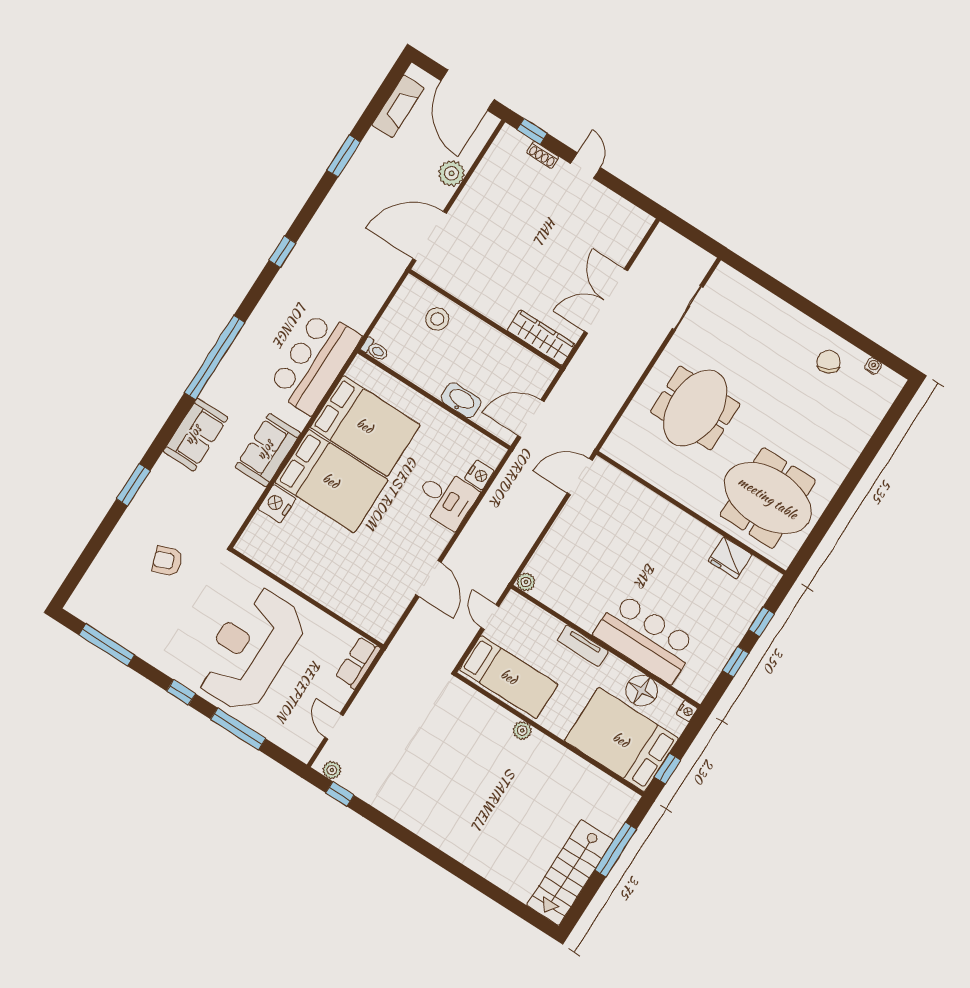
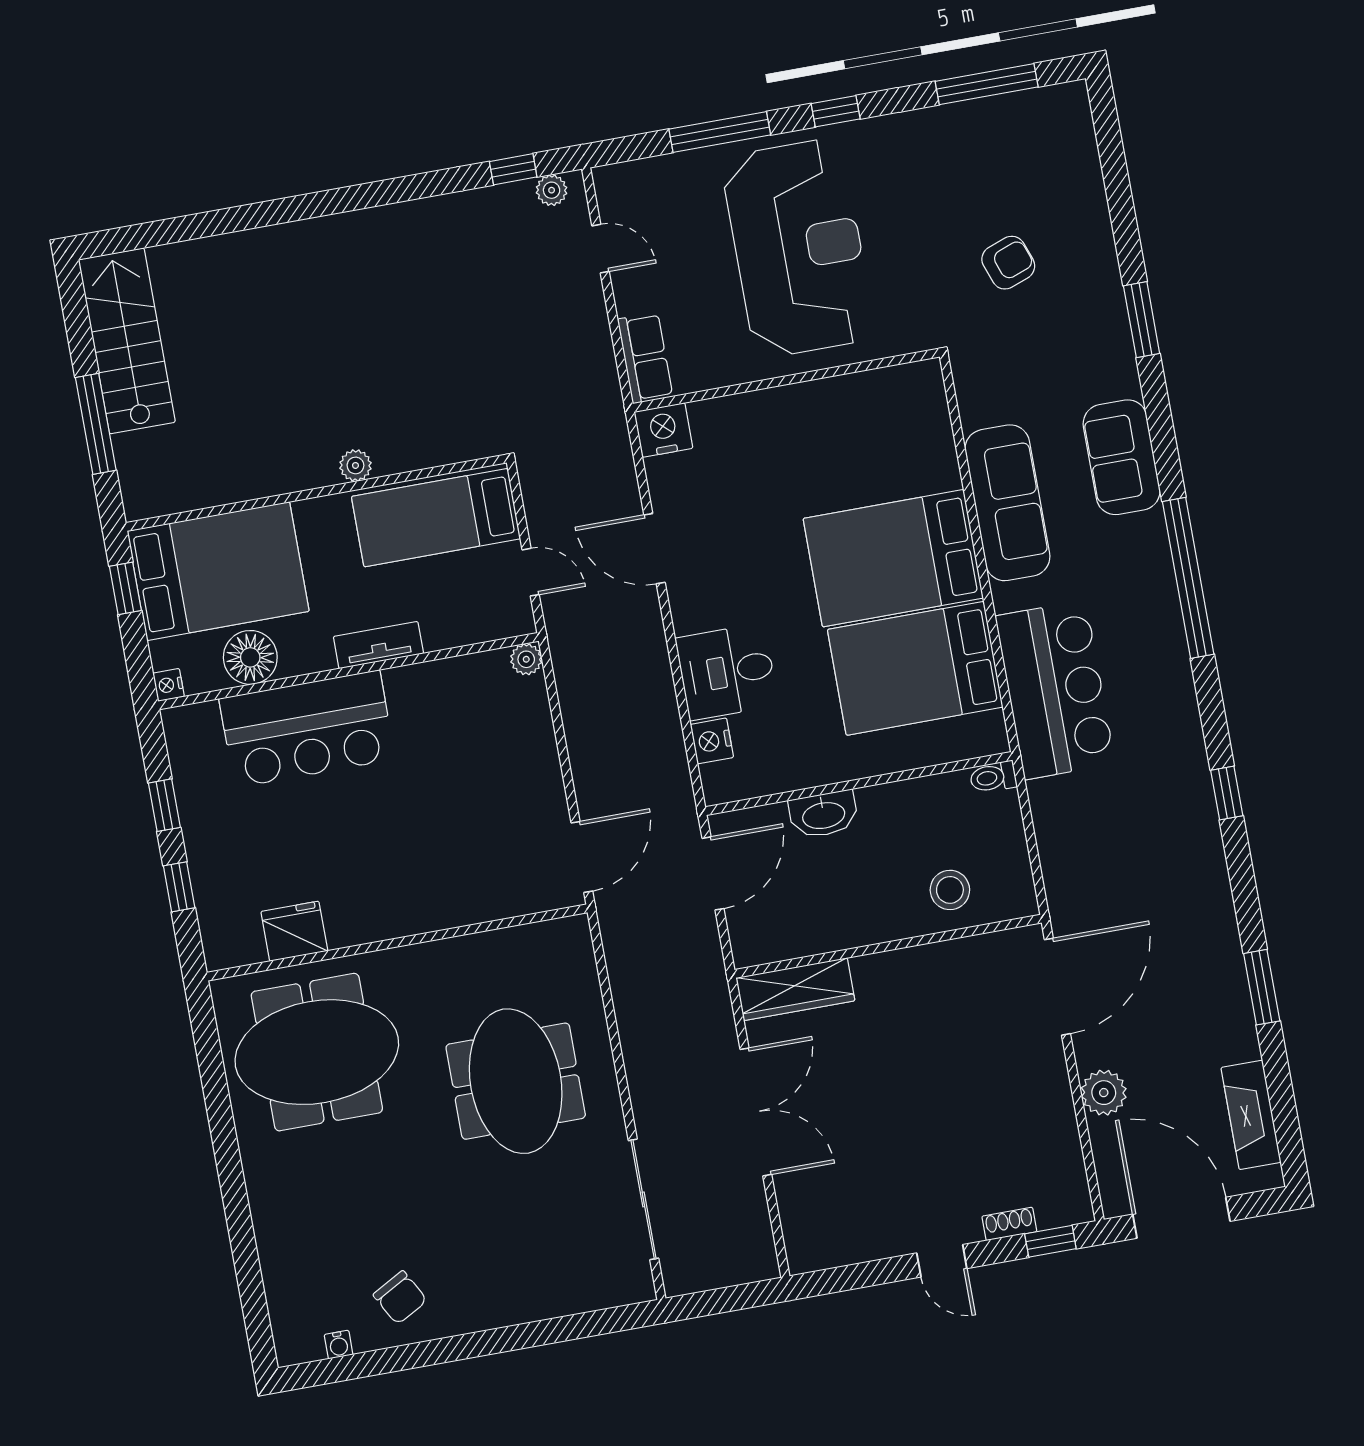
sliding door: (688, 308) -> (644, 1199), width x1.37
sofa: (268, 450) -> (1007, 503), width x1.36
nightstand: (277, 504) -> (663, 430), moved, turned -90

